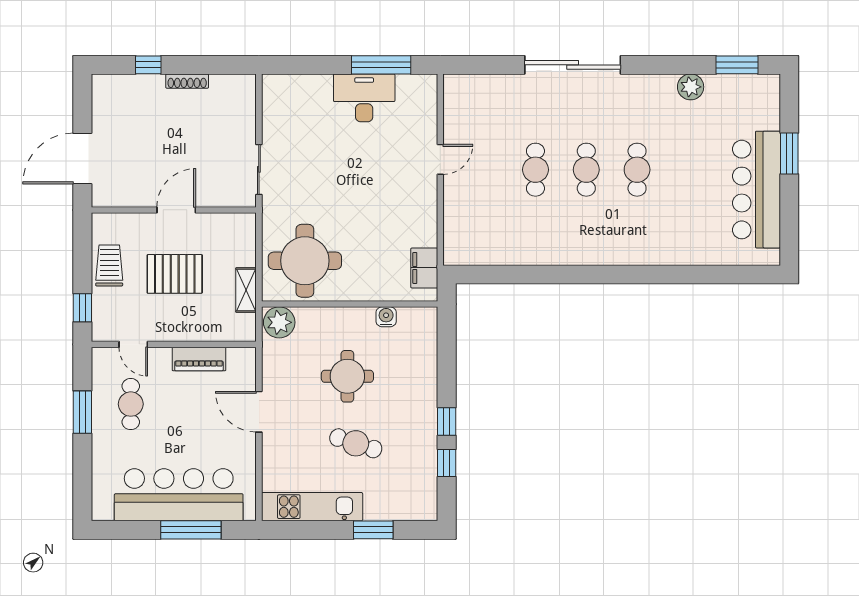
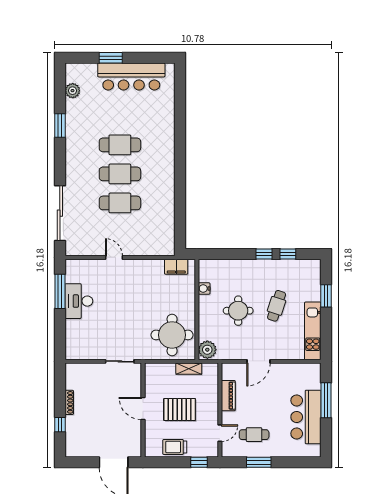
sliding door: (573, 65) -> (60, 213), moved
window: (737, 65) -> (60, 126), moved
plant: (691, 87) -> (73, 91), moved
cafe table: (535, 170) -> (120, 203), width x1.37, depth x1.35
cafe table: (586, 170) -> (120, 174), width x1.37, depth x1.35
cafe table: (637, 170) -> (120, 145), width x1.37, depth x1.35
pallet: (175, 274) -> (180, 409), turned 90
bar counter: (179, 495) -> (306, 417), width x0.73

